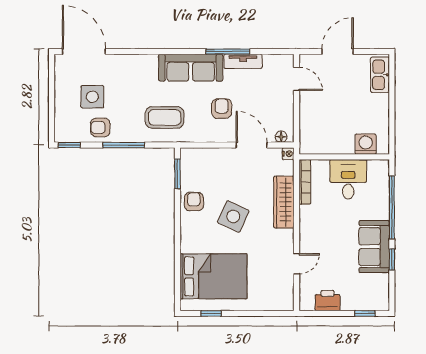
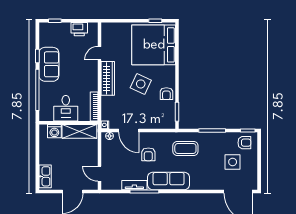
armchair: (100, 127) -> (244, 143), moved
shelving: (327, 144) -> (79, 131), added
wardrobe: (284, 202) -> (108, 78), moved
bed: (213, 276) -> (154, 45), width x1.36

